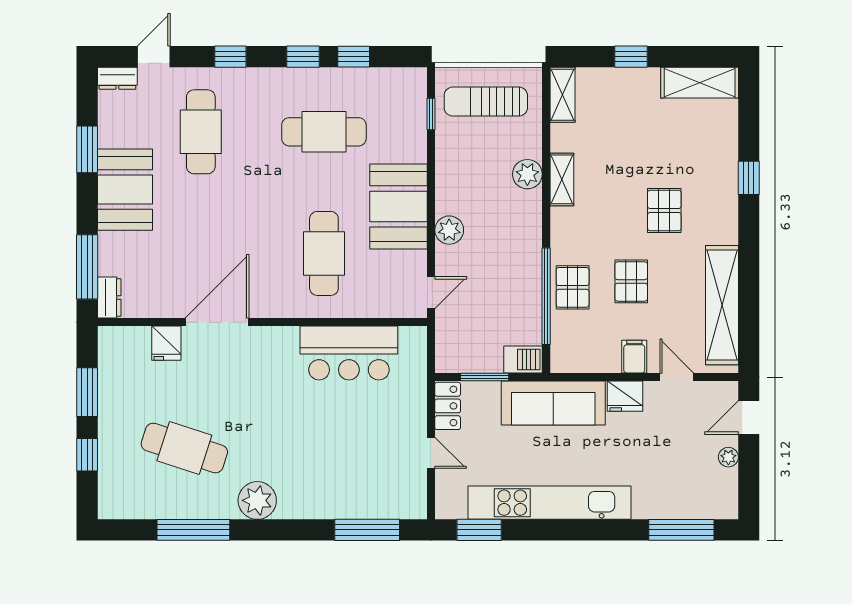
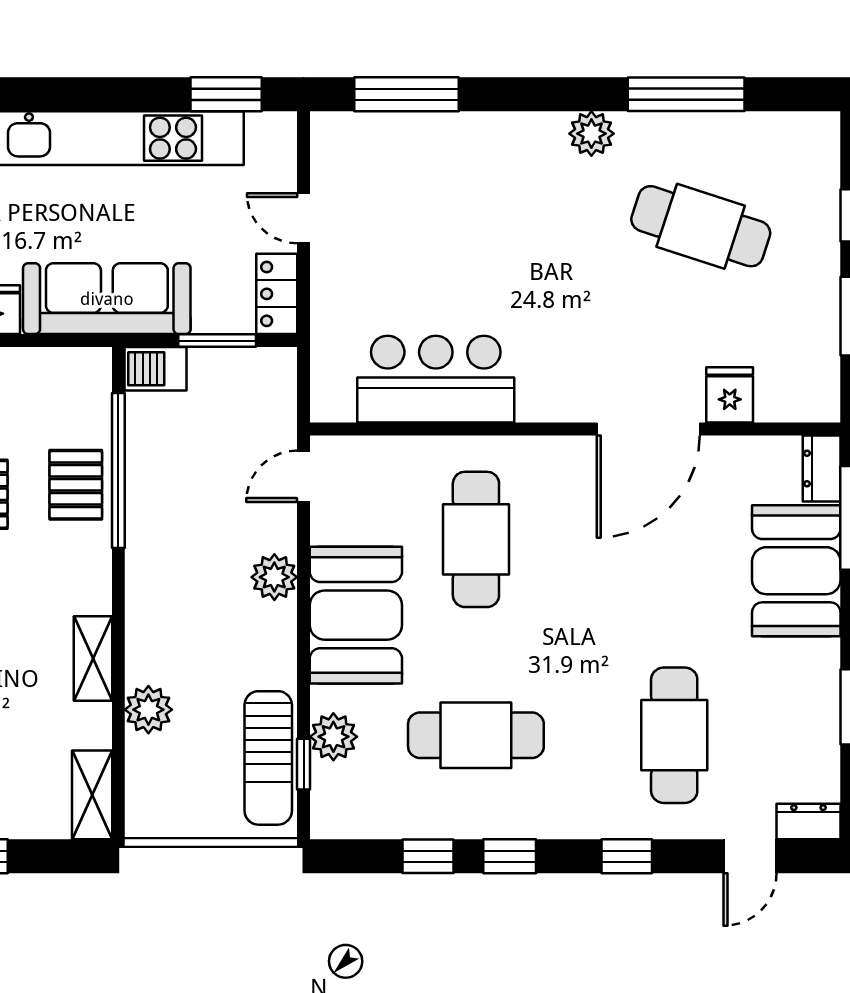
sun lounger: (486, 102) -> (268, 758), moved, turned 90
plant: (412, 131) -> (333, 737), added
plant: (527, 174) -> (148, 710), moved
booth: (125, 190) -> (796, 571), moved
plant: (257, 500) -> (591, 134), width x0.73, depth x0.73

